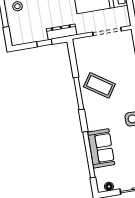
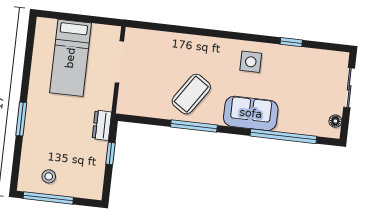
dresser: (62, 32) -> (102, 125), width x0.70
sofa: (101, 148) -> (251, 113), moved

